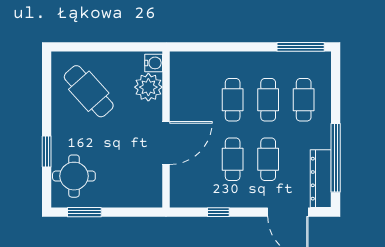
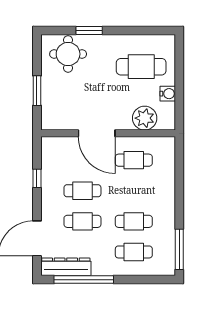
water cooler: (154, 63) -> (168, 94), moved, turned -90
cafe table: (89, 91) -> (141, 67), turned 42
cafe table: (233, 100) -> (134, 160), moved
window: (84, 212) -> (37, 91), moved

